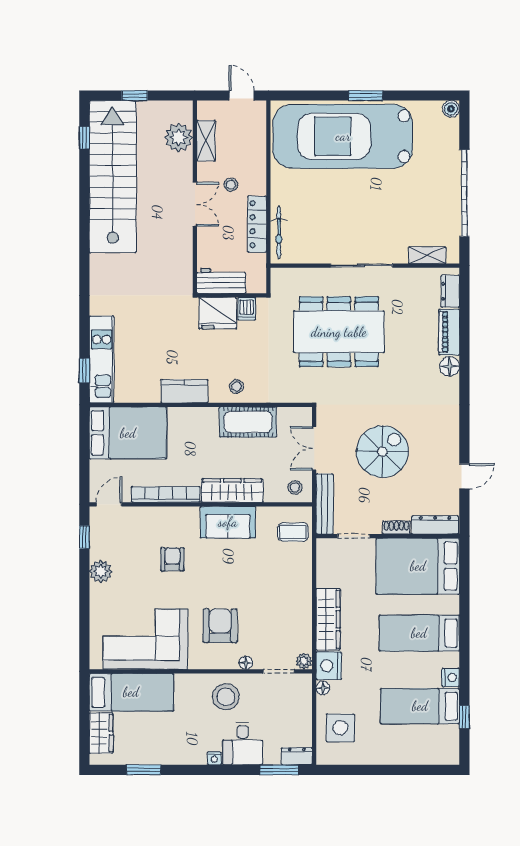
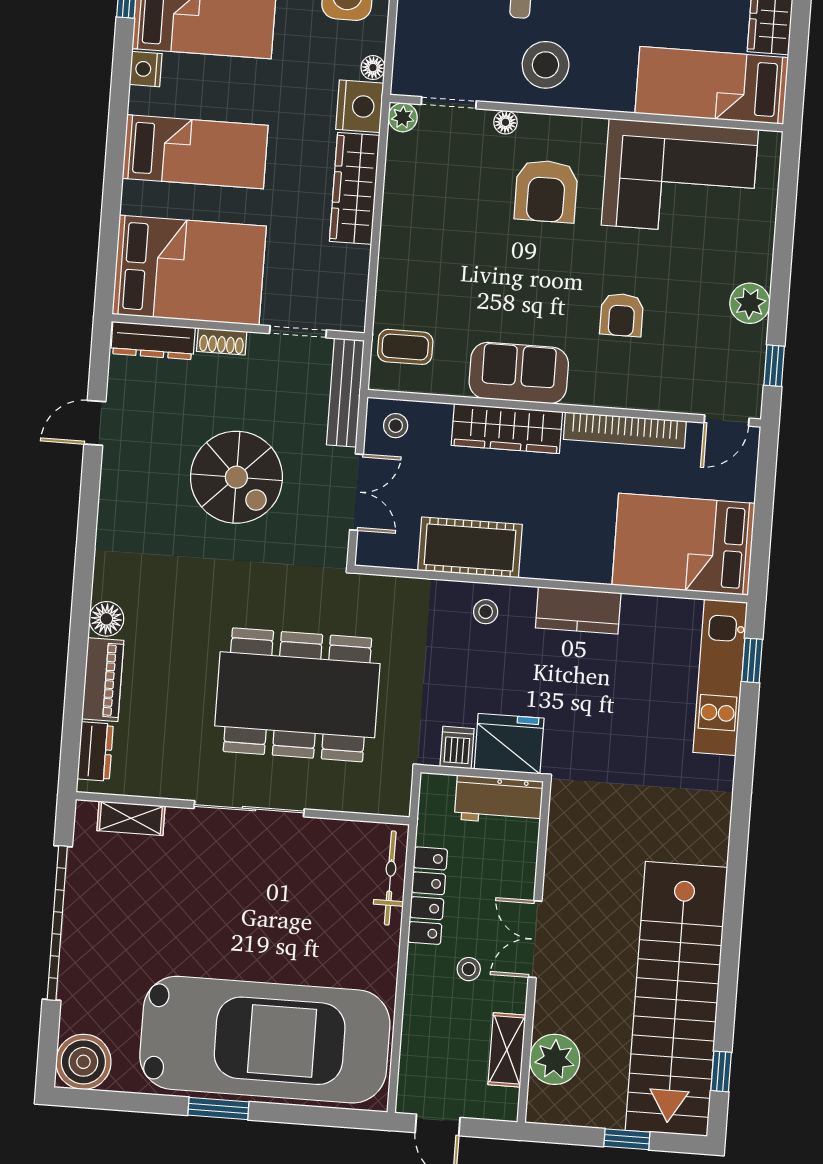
boiler: (451, 109) -> (83, 1062), width x1.86, depth x1.86
spiral stairs: (382, 452) -> (236, 477), turned -90

